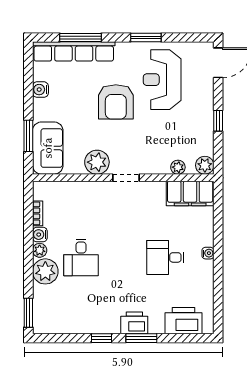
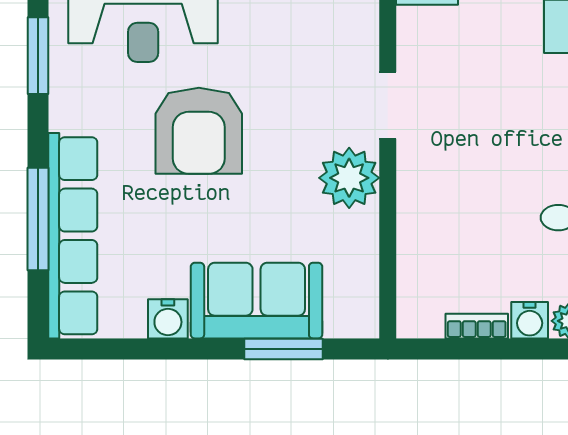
armchair: (116, 102) -> (199, 131), turned 90
sofa: (48, 148) -> (257, 301), moved

